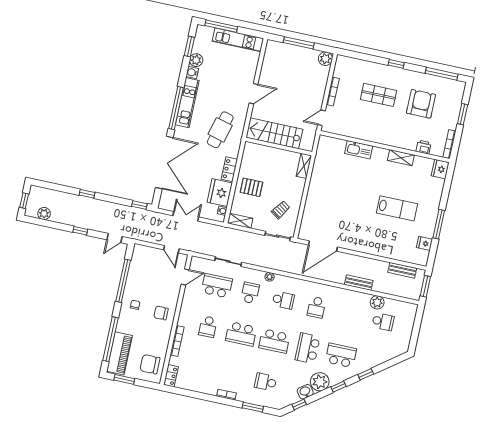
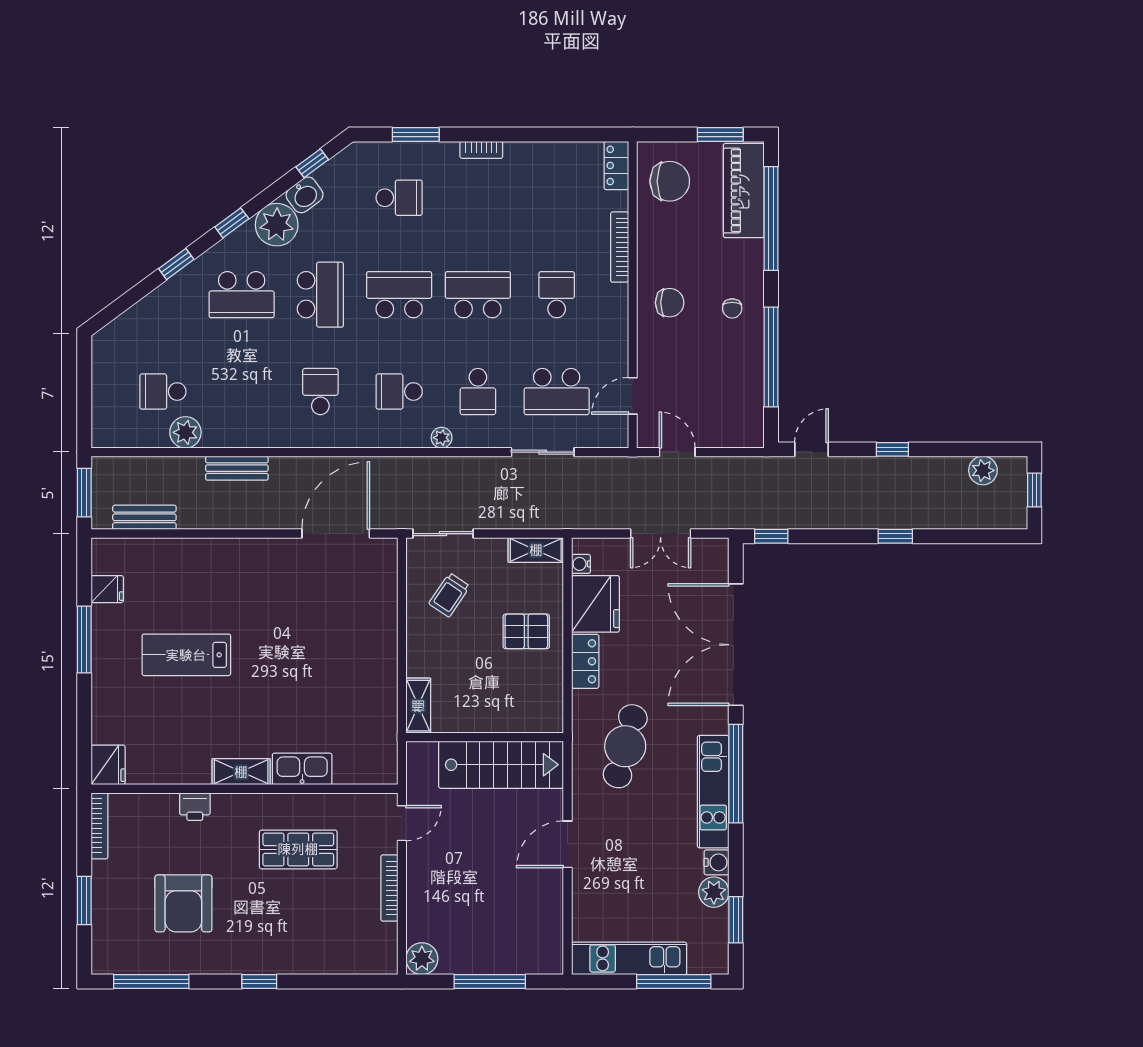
shop shelf: (379, 95) -> (298, 849), moved
printer: (424, 147) -> (195, 807), moved
shelving: (401, 158) -> (241, 772), moved

